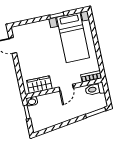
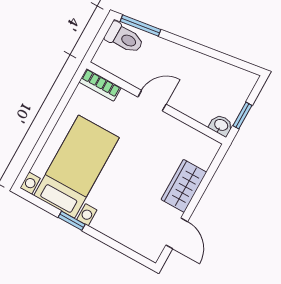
wardrobe: (39, 85) -> (184, 186), moved, turned 90
toilet: (95, 89) -> (124, 38), moved

